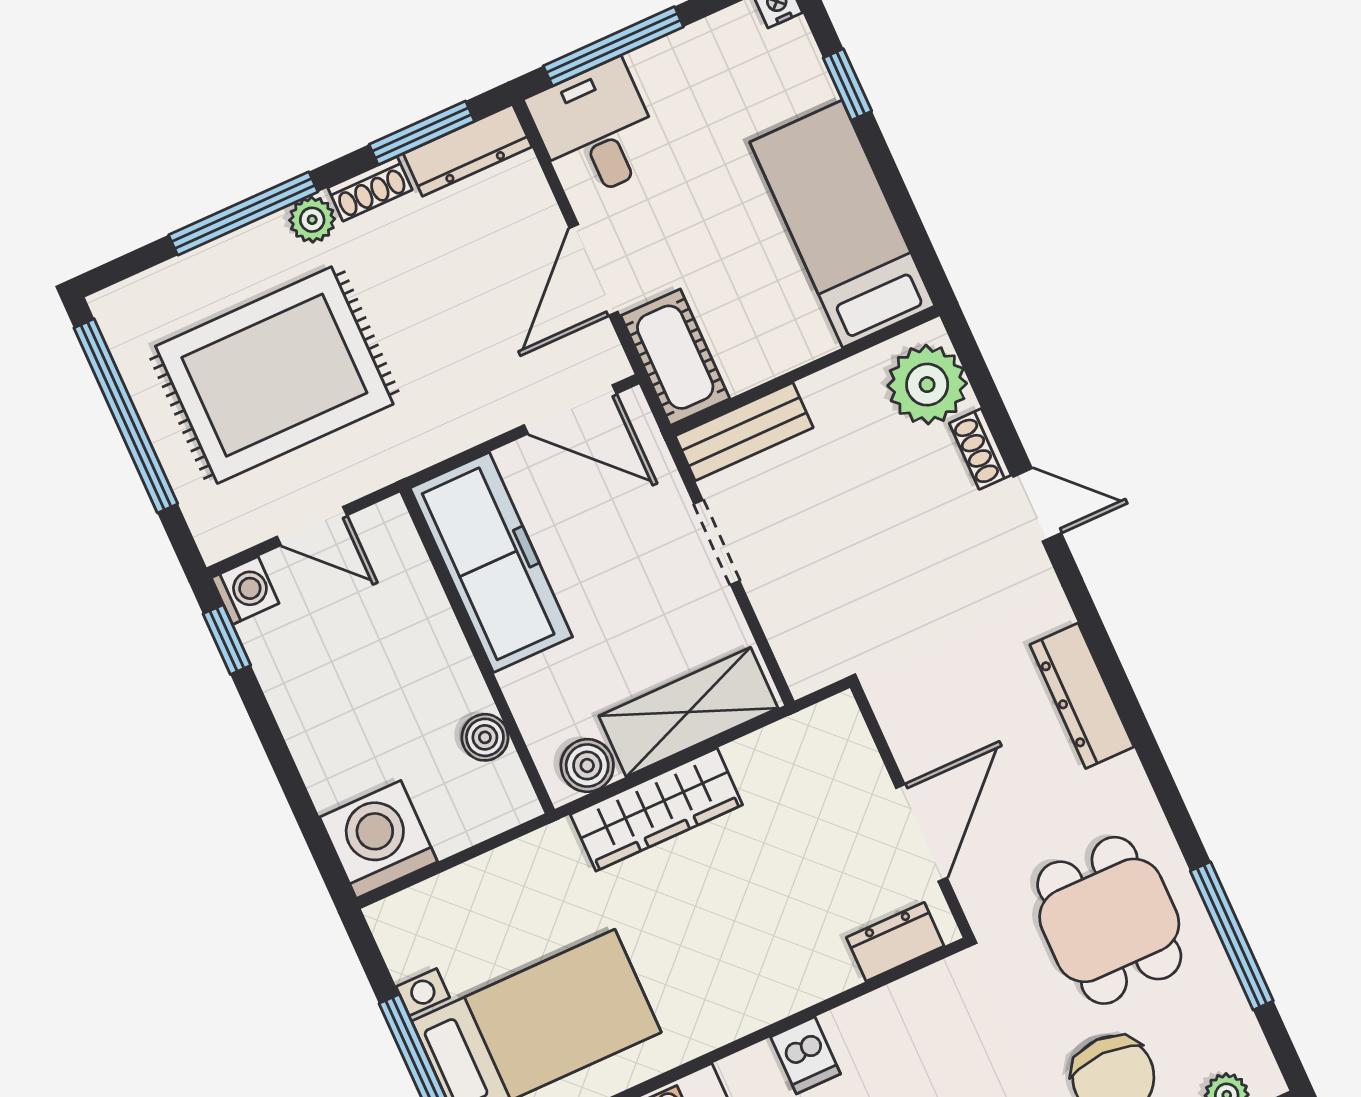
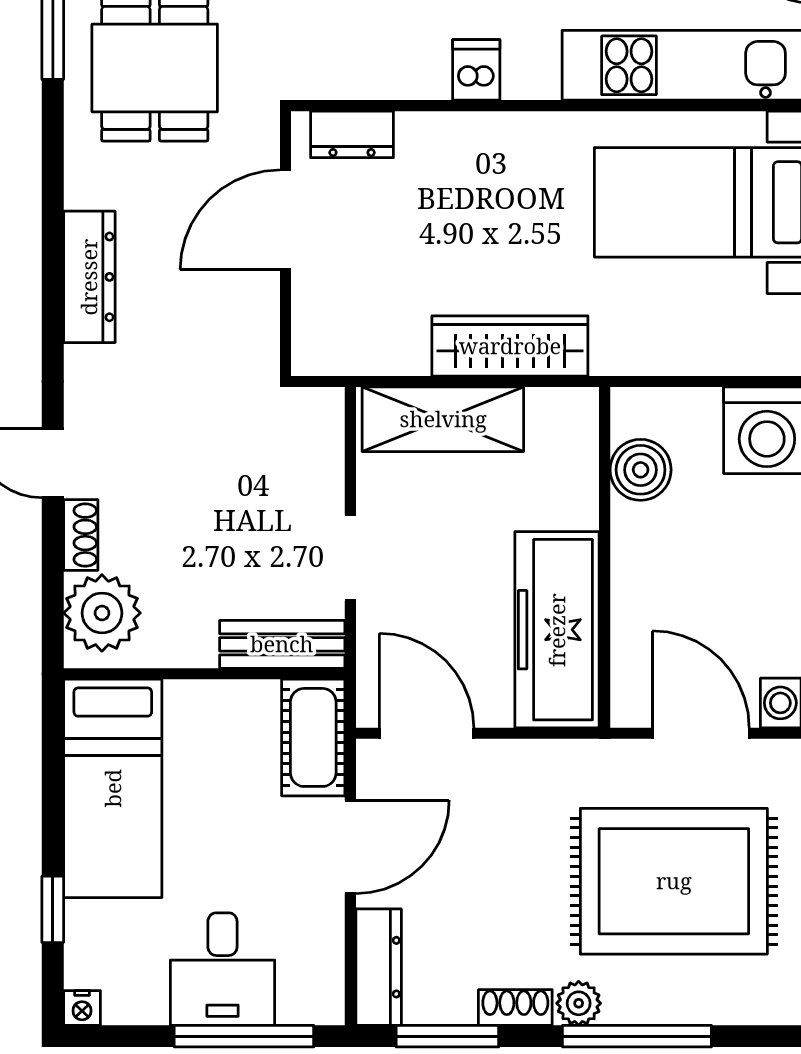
desk: (596, 130) -> (222, 969), moved
dresser: (468, 150) -> (379, 967), moved, turned 90
door: (312, 526) -> (701, 733), width x1.38
boiler: (485, 737) -> (641, 470), width x1.36, depth x1.36
boiler: (587, 765) -> (553, 412), removed

